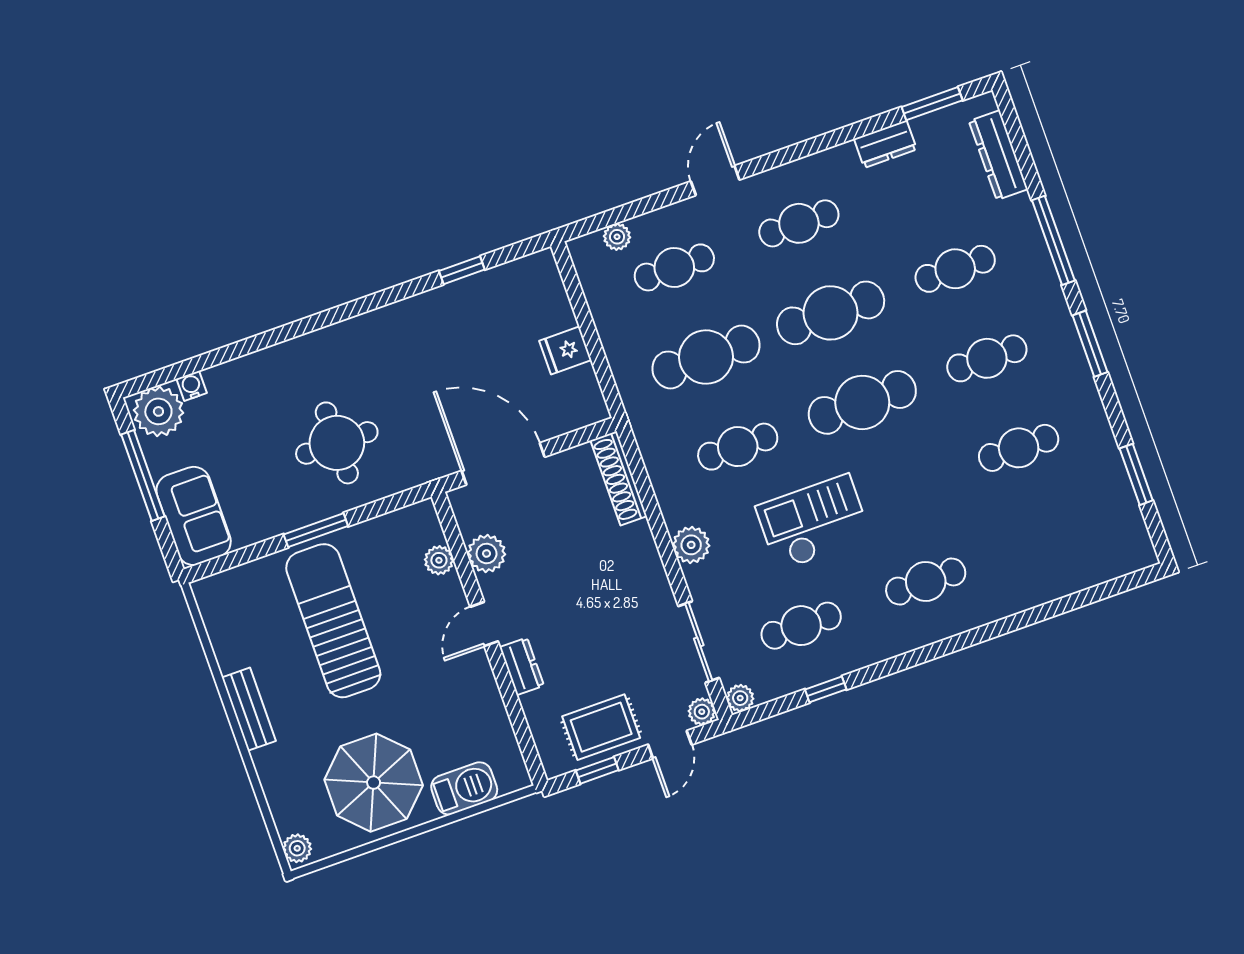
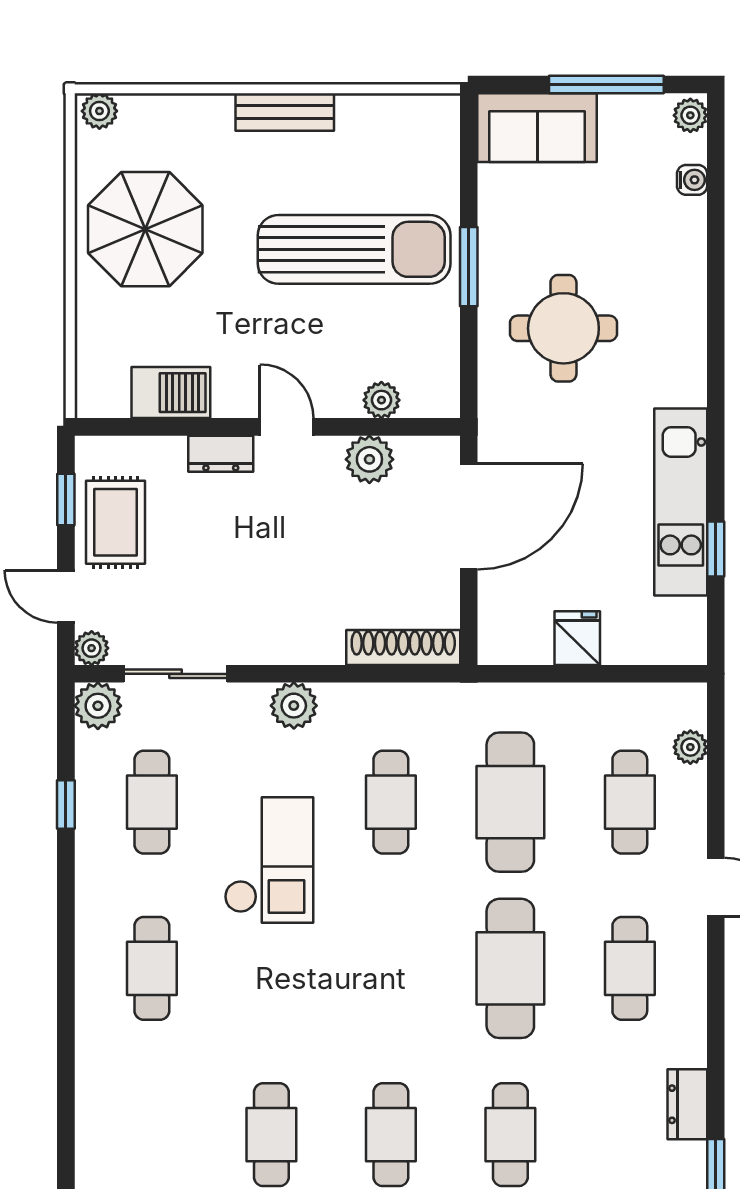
kitchen unit: (436, 309) -> (681, 502), added
cafe table: (862, 402) -> (391, 968), removed
plant: (158, 411) -> (690, 115), width x0.53, depth x0.53
plant: (740, 698) -> (98, 706), width x1.38, depth x1.38
barbecue: (464, 788) -> (171, 393), moved, turned -90

